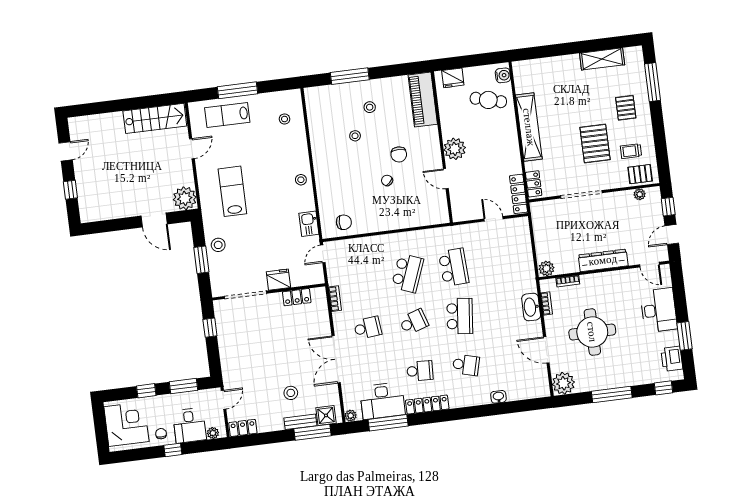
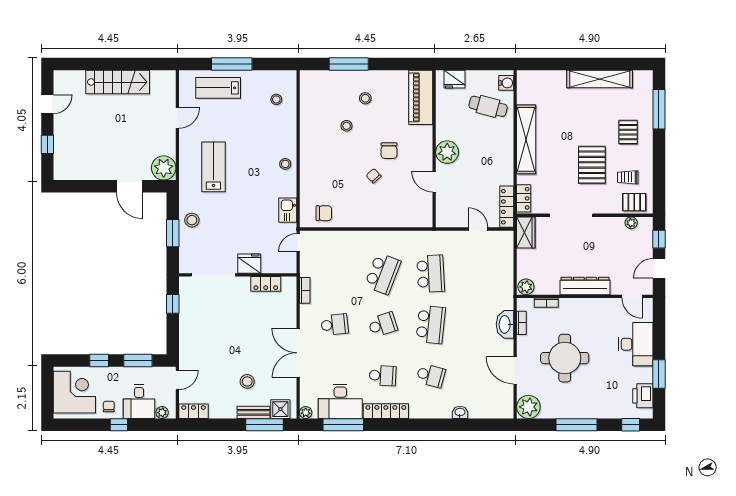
shelving: (602, 59) -> (600, 79), width x1.47
stairs: (155, 118) -> (118, 82), moved
wardrobe: (540, 216) -> (526, 232), added

